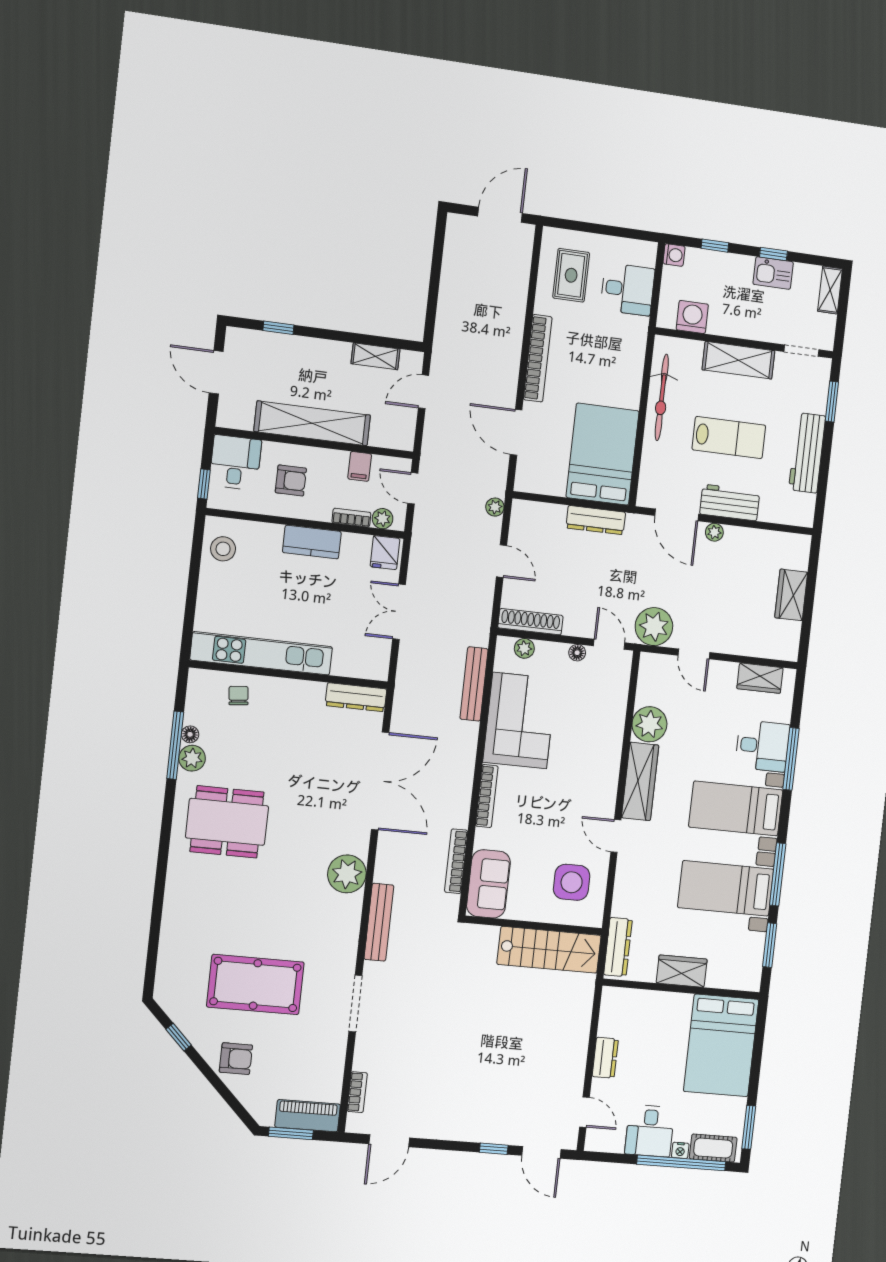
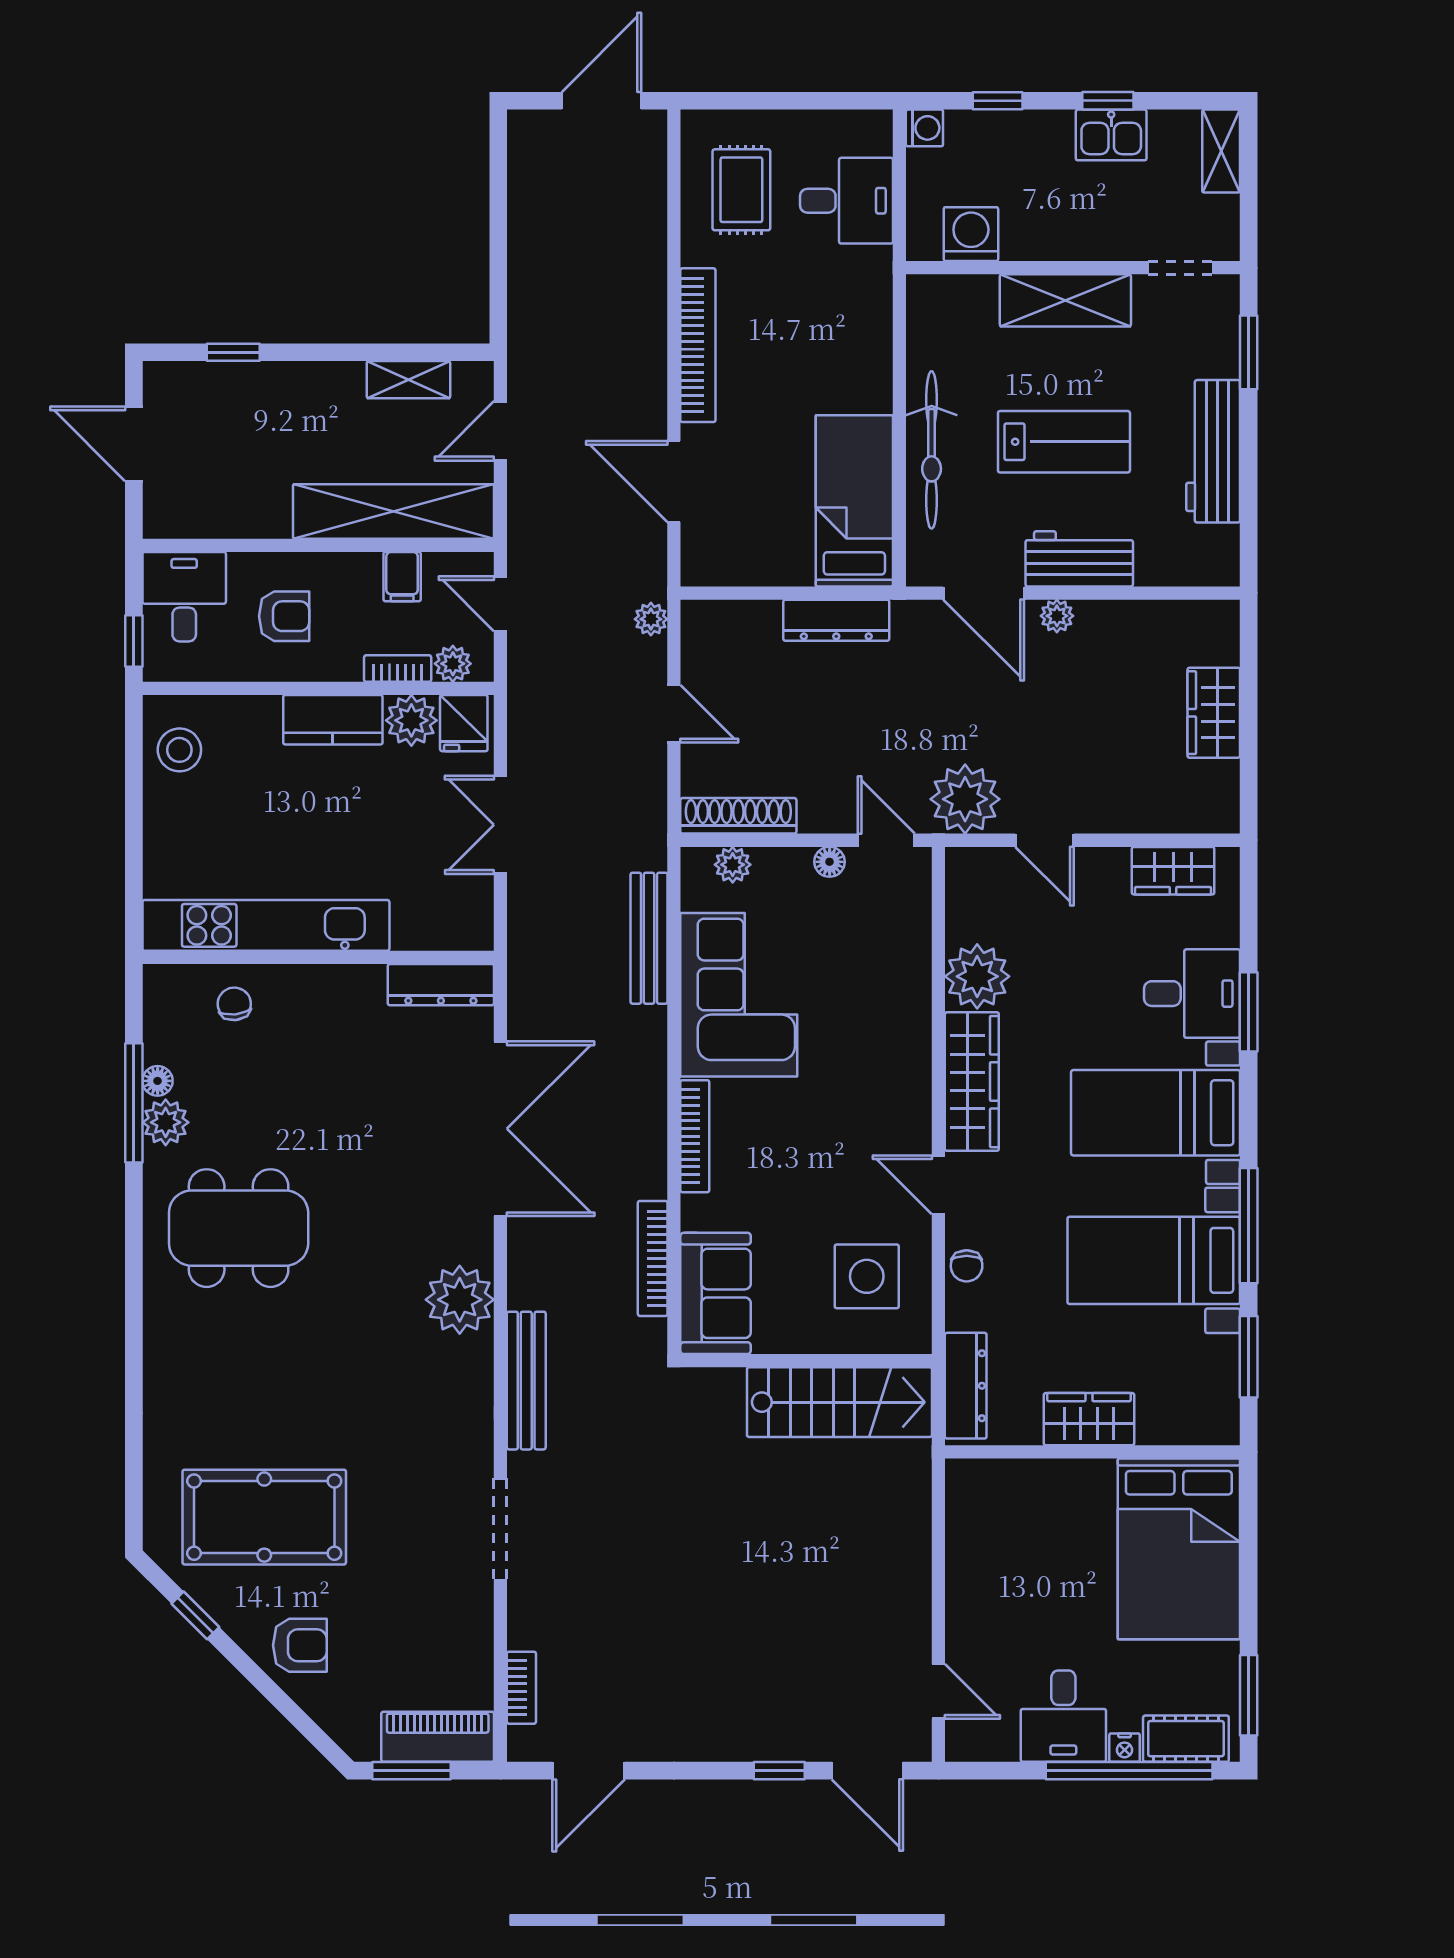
bicycle: (662, 397) -> (932, 450), moved
shelving: (312, 423) -> (393, 511), moved
bed: (603, 454) -> (854, 501), width x0.67
plant: (356, 548) -> (411, 720), added
window: (791, 759) -> (1249, 1012), width x0.69
chair: (626, 882) -> (967, 1266), added
pool table: (255, 984) -> (264, 1517), moved
dresser: (605, 1058) -> (965, 1589), removed

